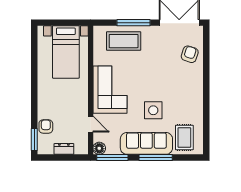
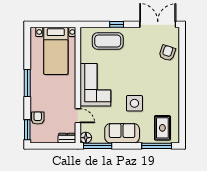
window: (133, 23) -> (117, 24), width x0.46
window: (34, 88) -> (27, 83), added
sofa: (146, 143) -> (122, 133), width x0.73
dresser: (64, 149) -> (67, 138), moved
window: (156, 158) -> (157, 146), moved

